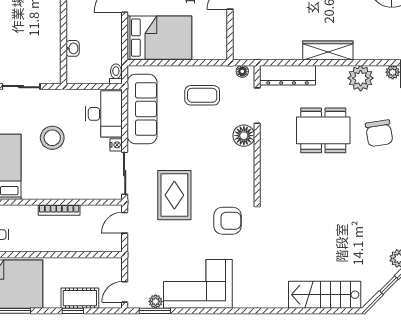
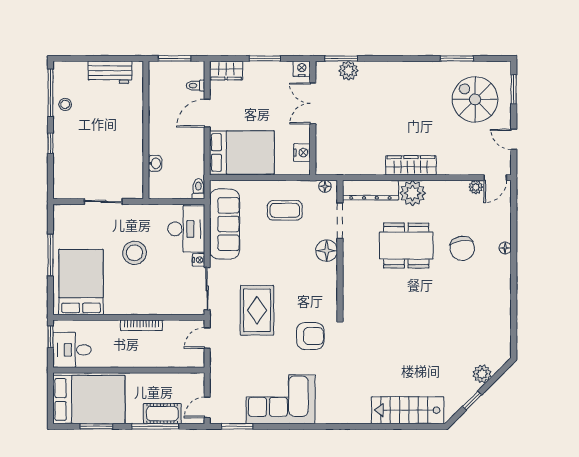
nightstand: (219, 38) -> (302, 153), added
plant: (361, 78) -> (413, 193), moved
plant: (156, 301) -> (238, 417), removed
window: (73, 311) -> (155, 426), width x2.17

